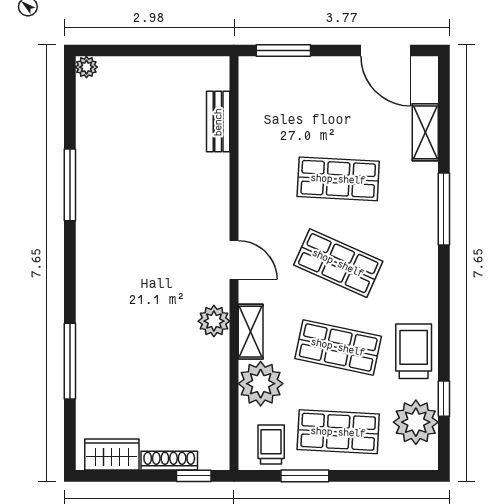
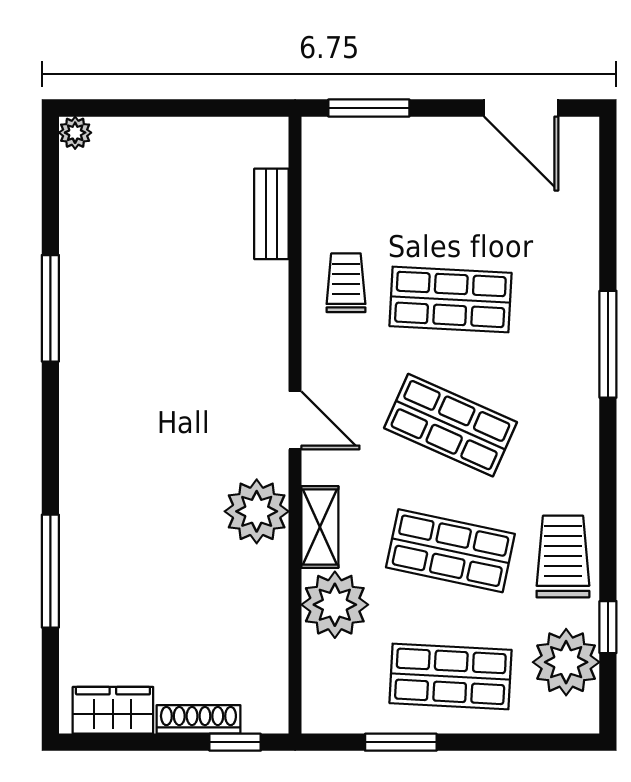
shelving: (425, 132) -> (580, 230), removed
plant: (214, 321) -> (257, 511), width x1.36, depth x1.36
trolley: (271, 444) -> (346, 283), moved

